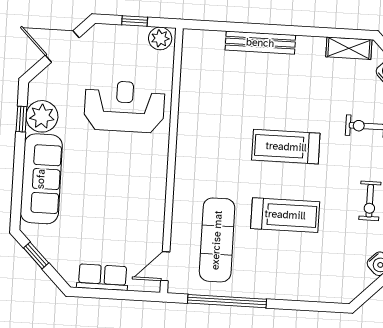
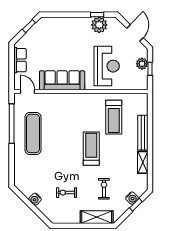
plant: (160, 38) -> (142, 64), moved
shelving: (349, 48) -> (143, 162), moved
sofa: (41, 179) -> (62, 80), moved, turned 180
treadmill: (285, 215) -> (114, 117), moved
exercise mat: (217, 240) -> (33, 133), moved, turned 90

